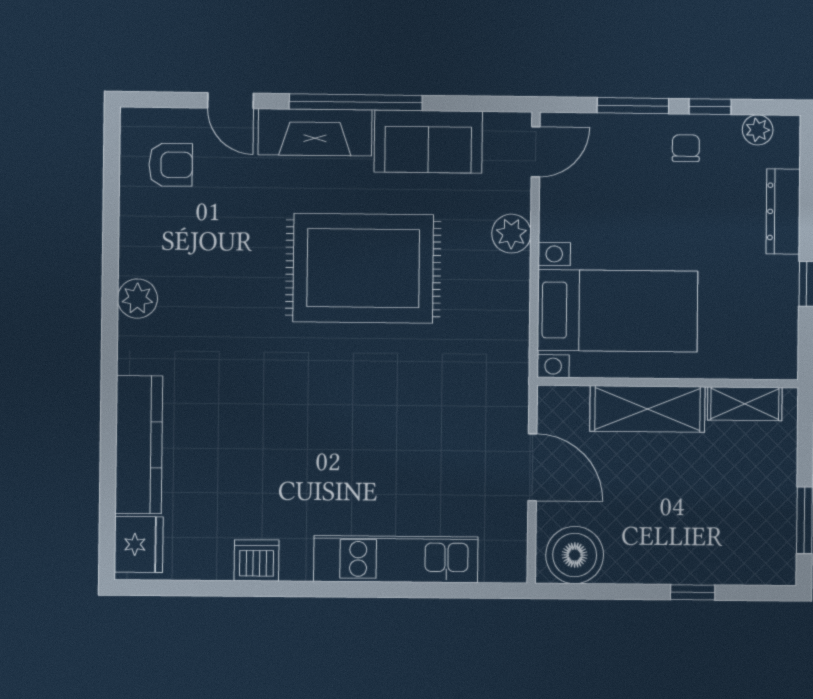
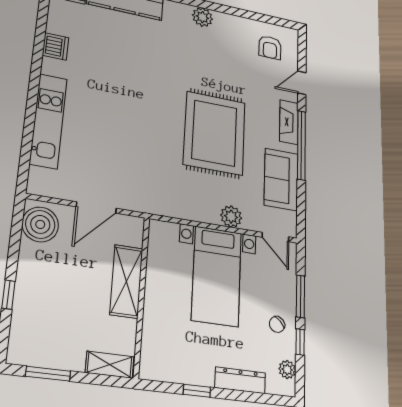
fireplace: (315, 132) -> (289, 122), width x0.73, depth x0.76
chair: (686, 148) -> (277, 324), turned 134
bed with nightstands: (618, 311) -> (217, 276), moved
shelving: (745, 404) -> (110, 365), moved, turned 90

